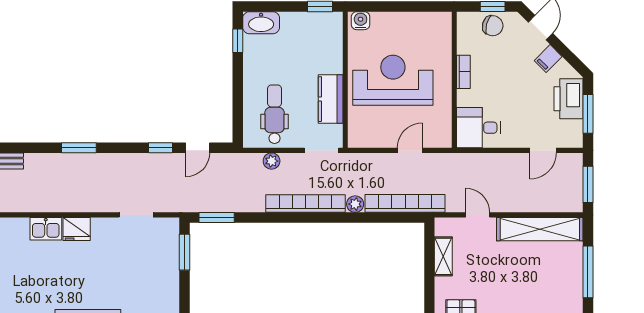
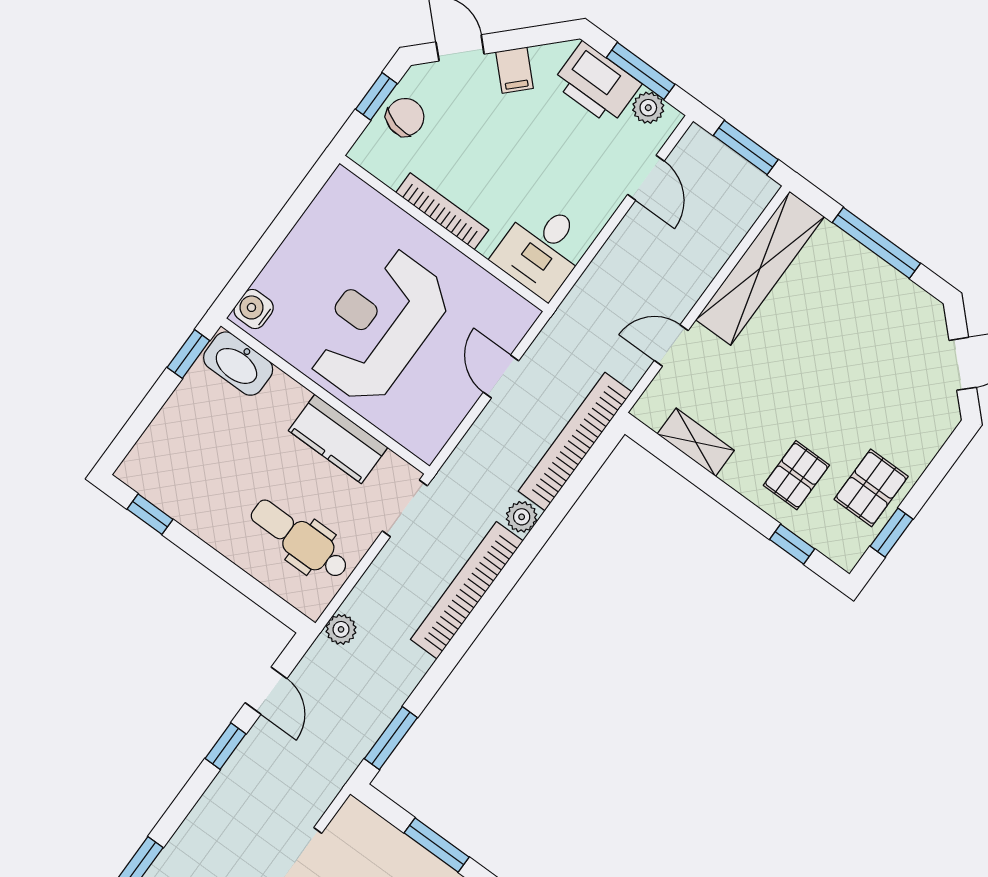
washbasin: (261, 23) -> (238, 364), moved, turned 90
bookcase: (463, 72) -> (442, 211), width x1.56
plant: (574, 129) -> (648, 108), added
plant: (272, 161) -> (341, 629), moved
window: (185, 252) -> (437, 845), moved

